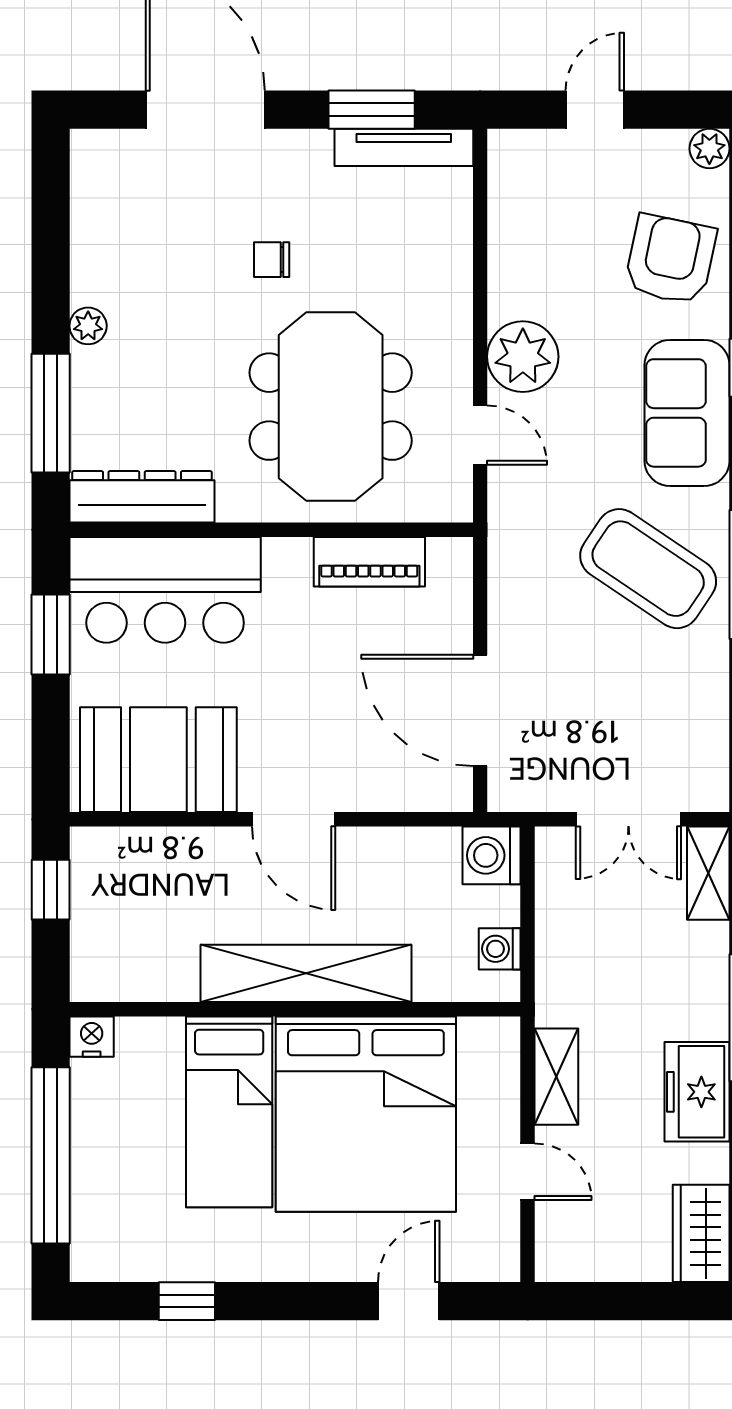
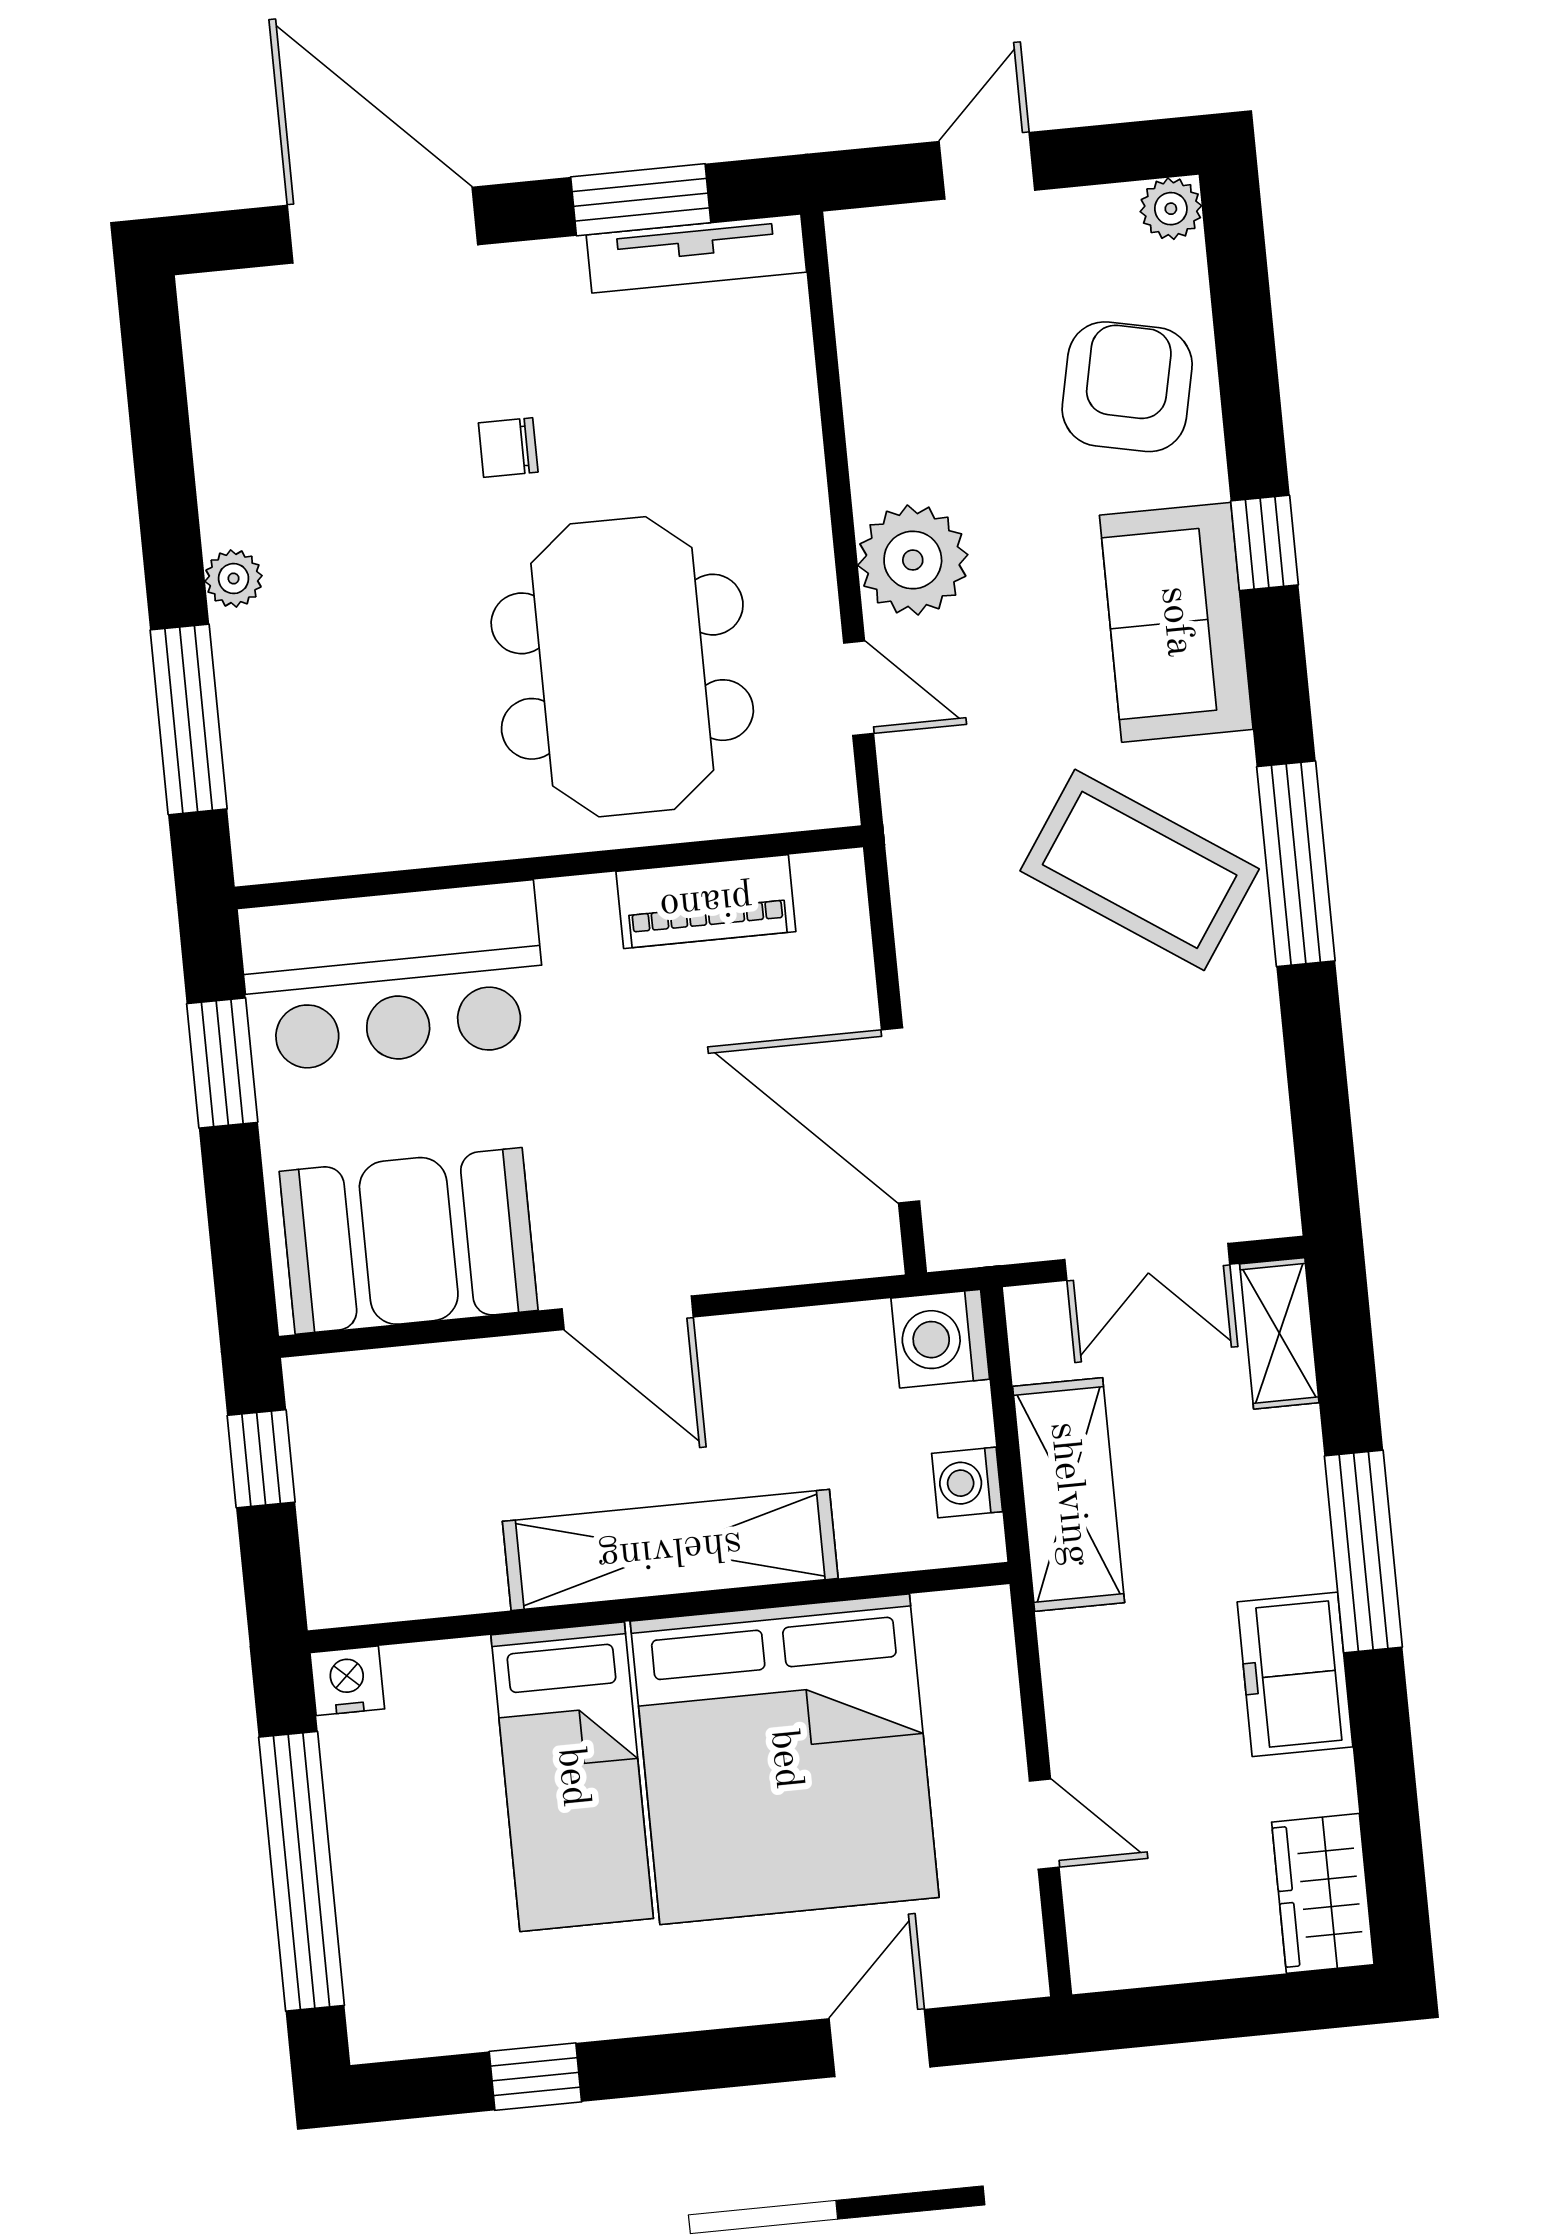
dresser: (142, 497) -> (343, 835), removed
shelving: (556, 1077) -> (1069, 1494), moved, width x1.50, depth x1.33

